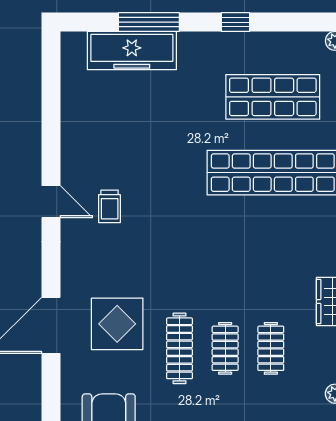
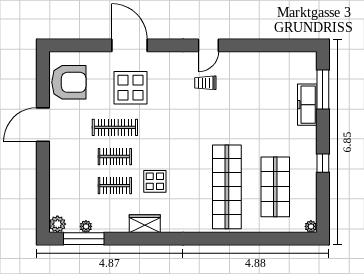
window: (149, 22) -> (323, 89), moved
freezer: (132, 51) -> (307, 105), width x0.73, depth x0.79
display table: (264, 286) -> (155, 181), added

